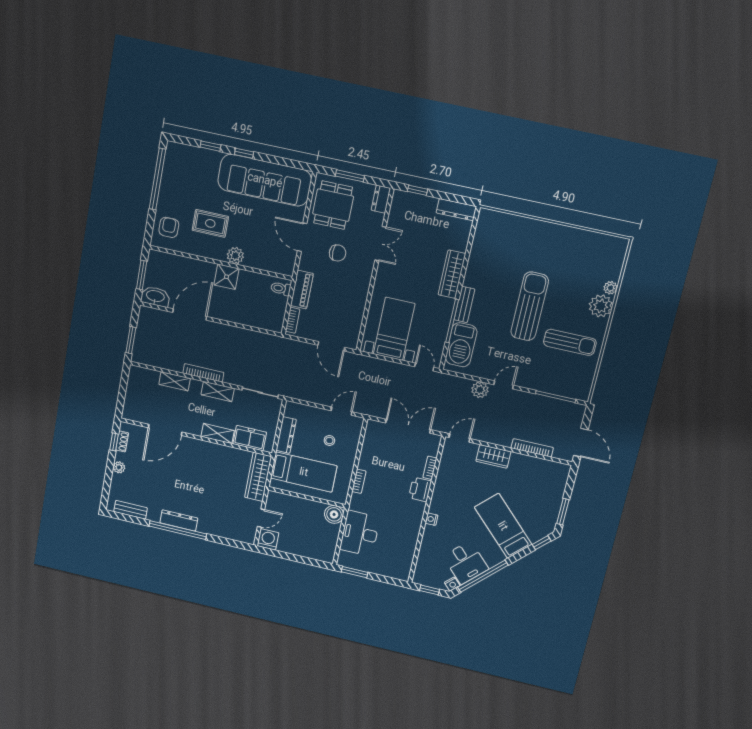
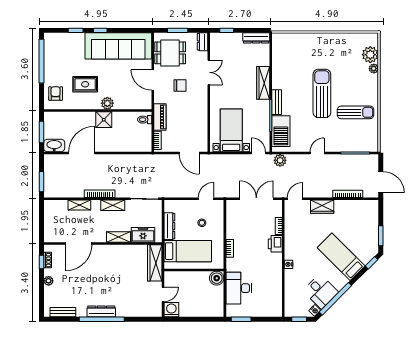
dining table: (333, 205) -> (170, 53), turned 90
plant: (601, 306) -> (370, 55), moved
plant: (480, 390) -> (280, 160), moved

